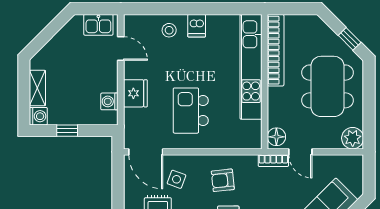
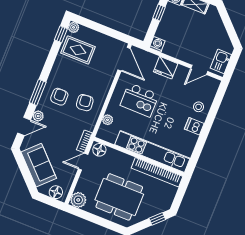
window: (350, 39) -> (157, 219), moved
washing machine: (109, 101) -> (157, 44), moved
kitchen island: (191, 111) -> (140, 100), turned 180
plant: (233, 142) -> (108, 120), added
door: (146, 152) -> (124, 59), swing flipped
floor lamp: (354, 171) -> (56, 192), added
side table: (177, 179) -> (98, 72), removed

